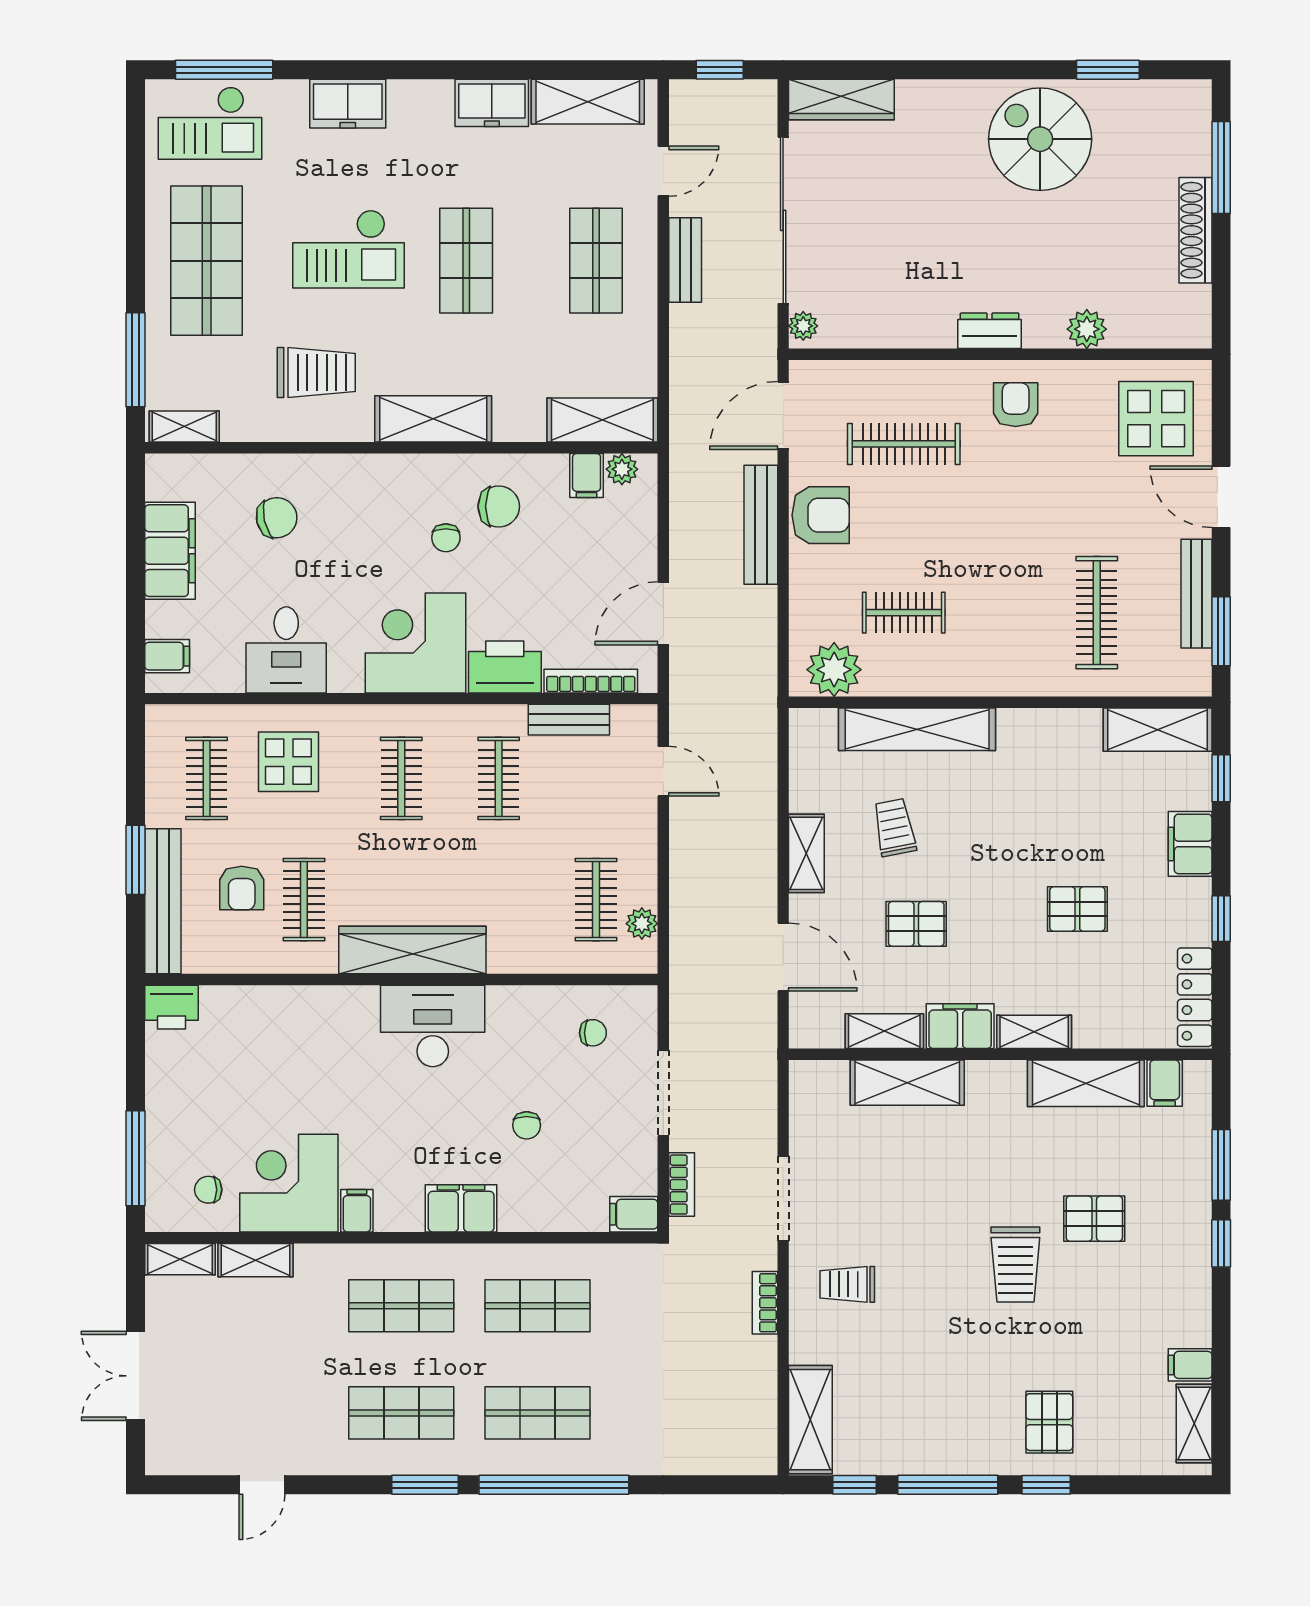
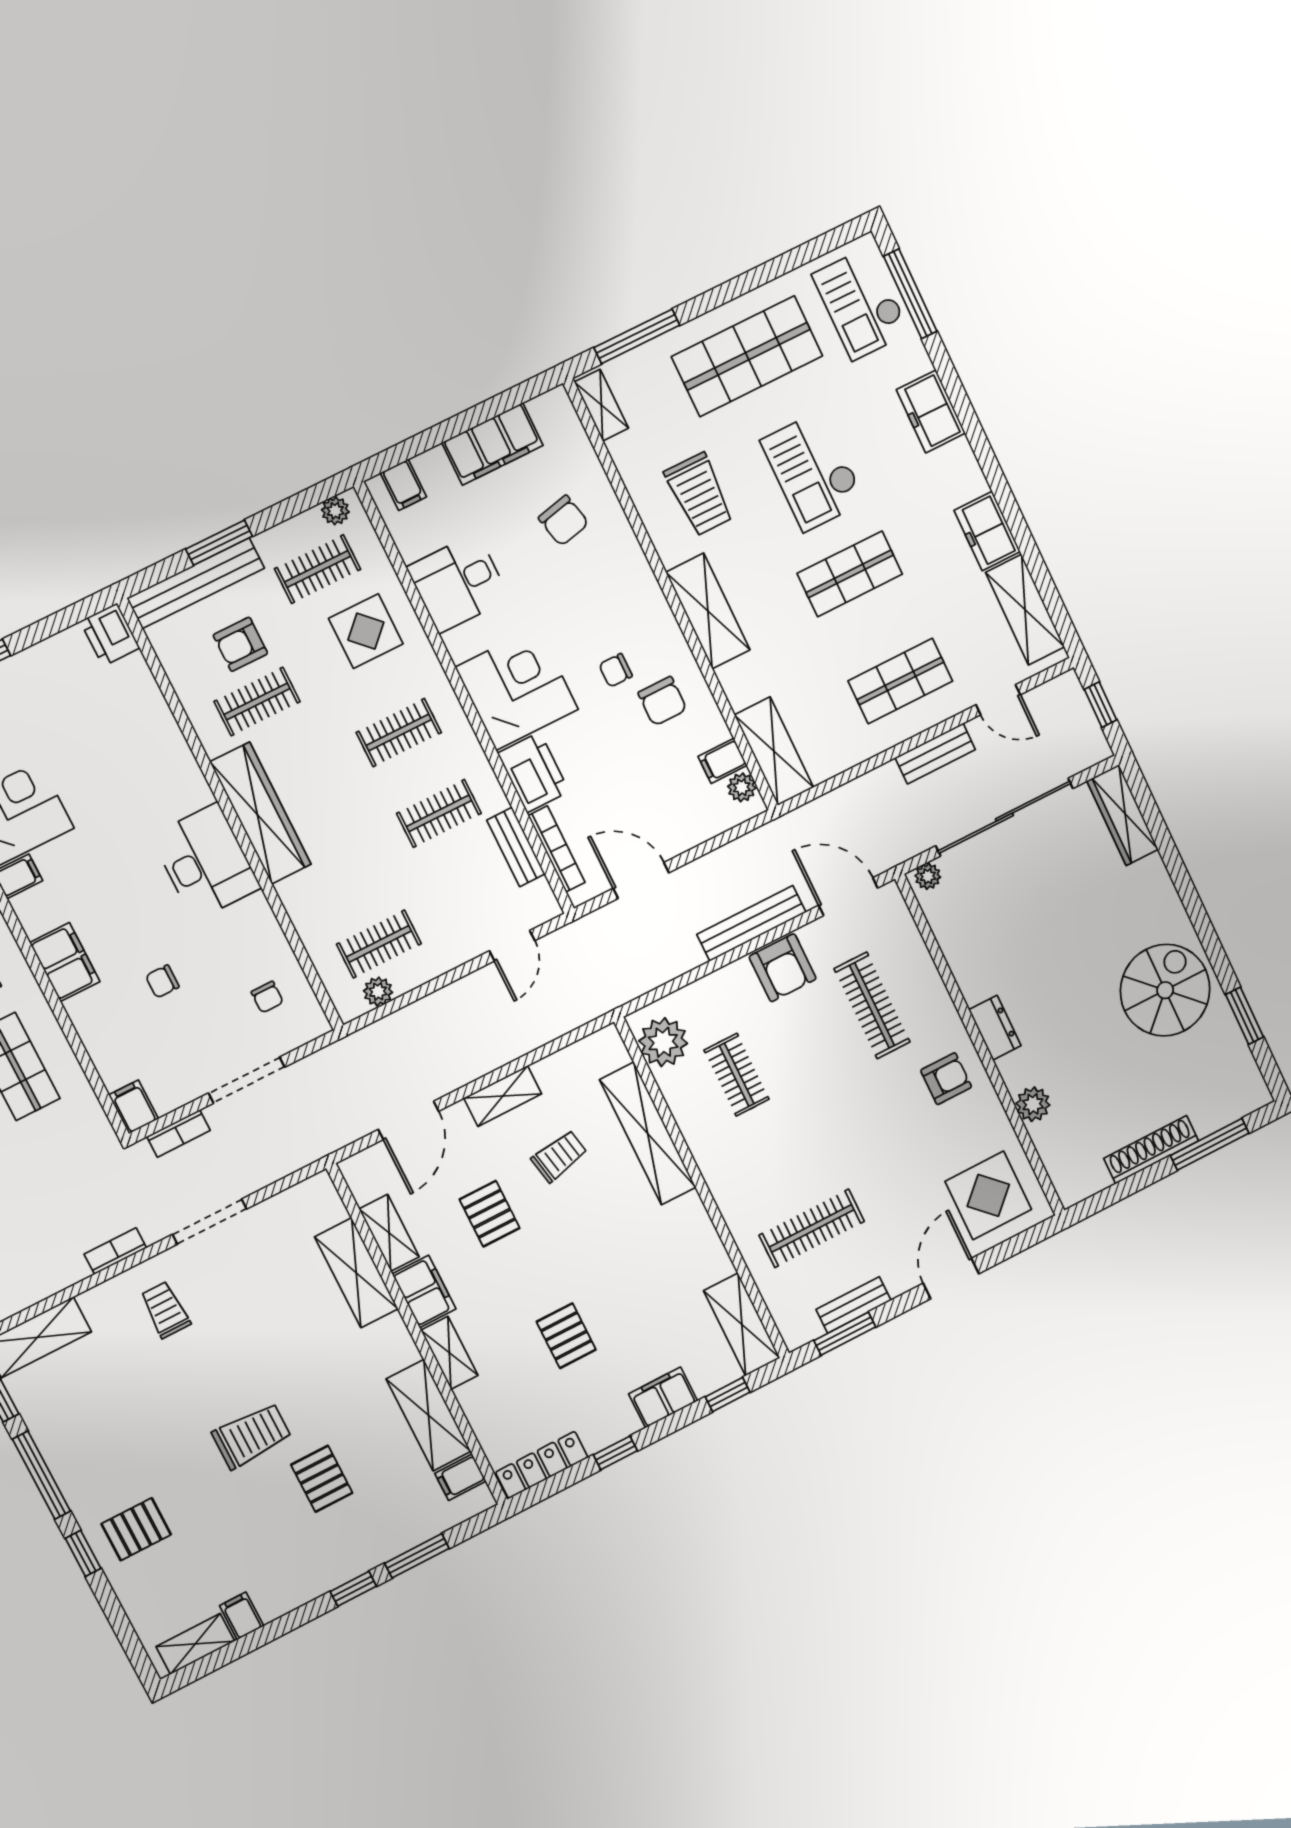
bench: (1197, 594) -> (854, 1305), width x0.73
plant: (160, 734) -> (335, 511), added
trolley: (1015, 1264) -> (252, 1436), turned 180

